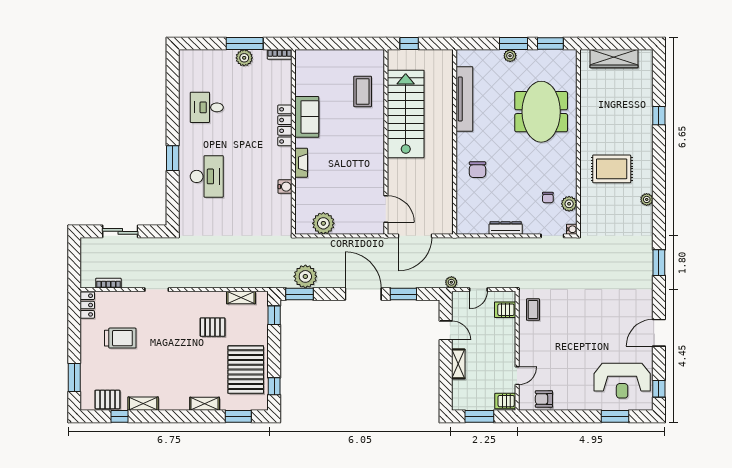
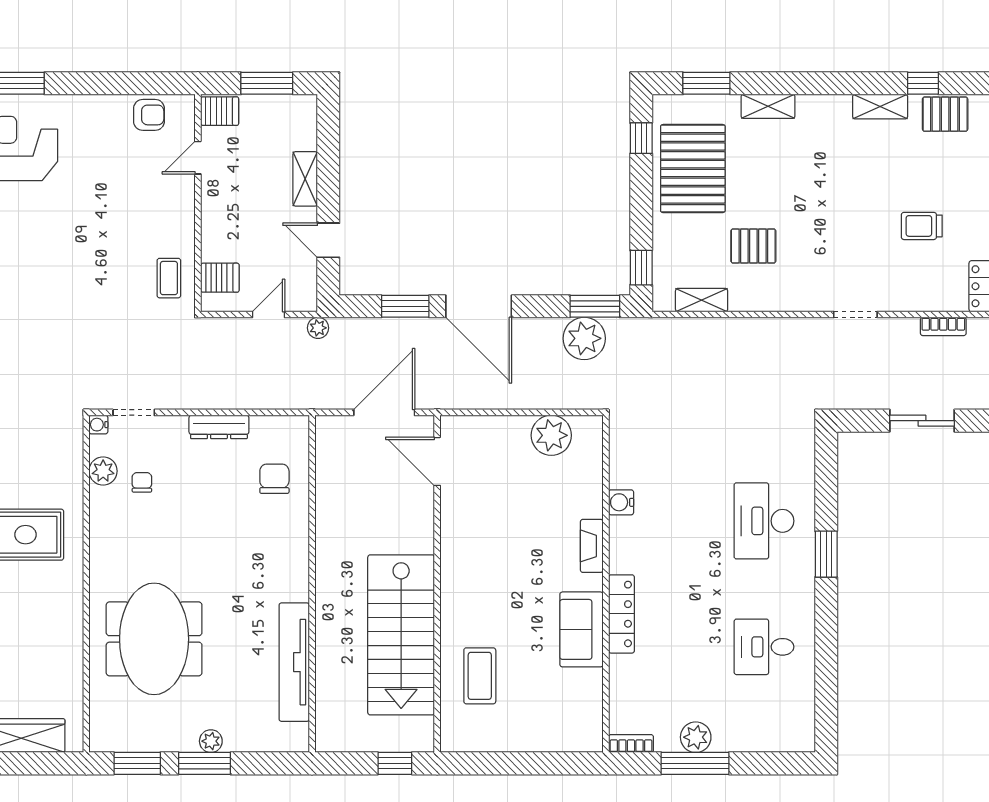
desk: (207, 107) -> (764, 647), turned 180
chair: (478, 170) -> (274, 479), moved
trolley: (120, 338) -> (922, 226), width x0.73, depth x0.72

